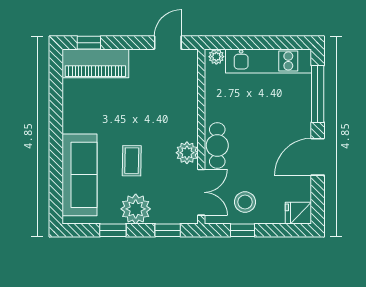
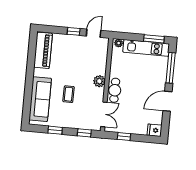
window: (89, 43) -> (74, 31), moved
window: (282, 43) -> (154, 39), added
piano: (95, 63) -> (43, 50), moved, turned -90
plant: (187, 153) -> (99, 81), moved
stool: (245, 202) -> (127, 122), removed
plant: (136, 209) -> (68, 120), removed

